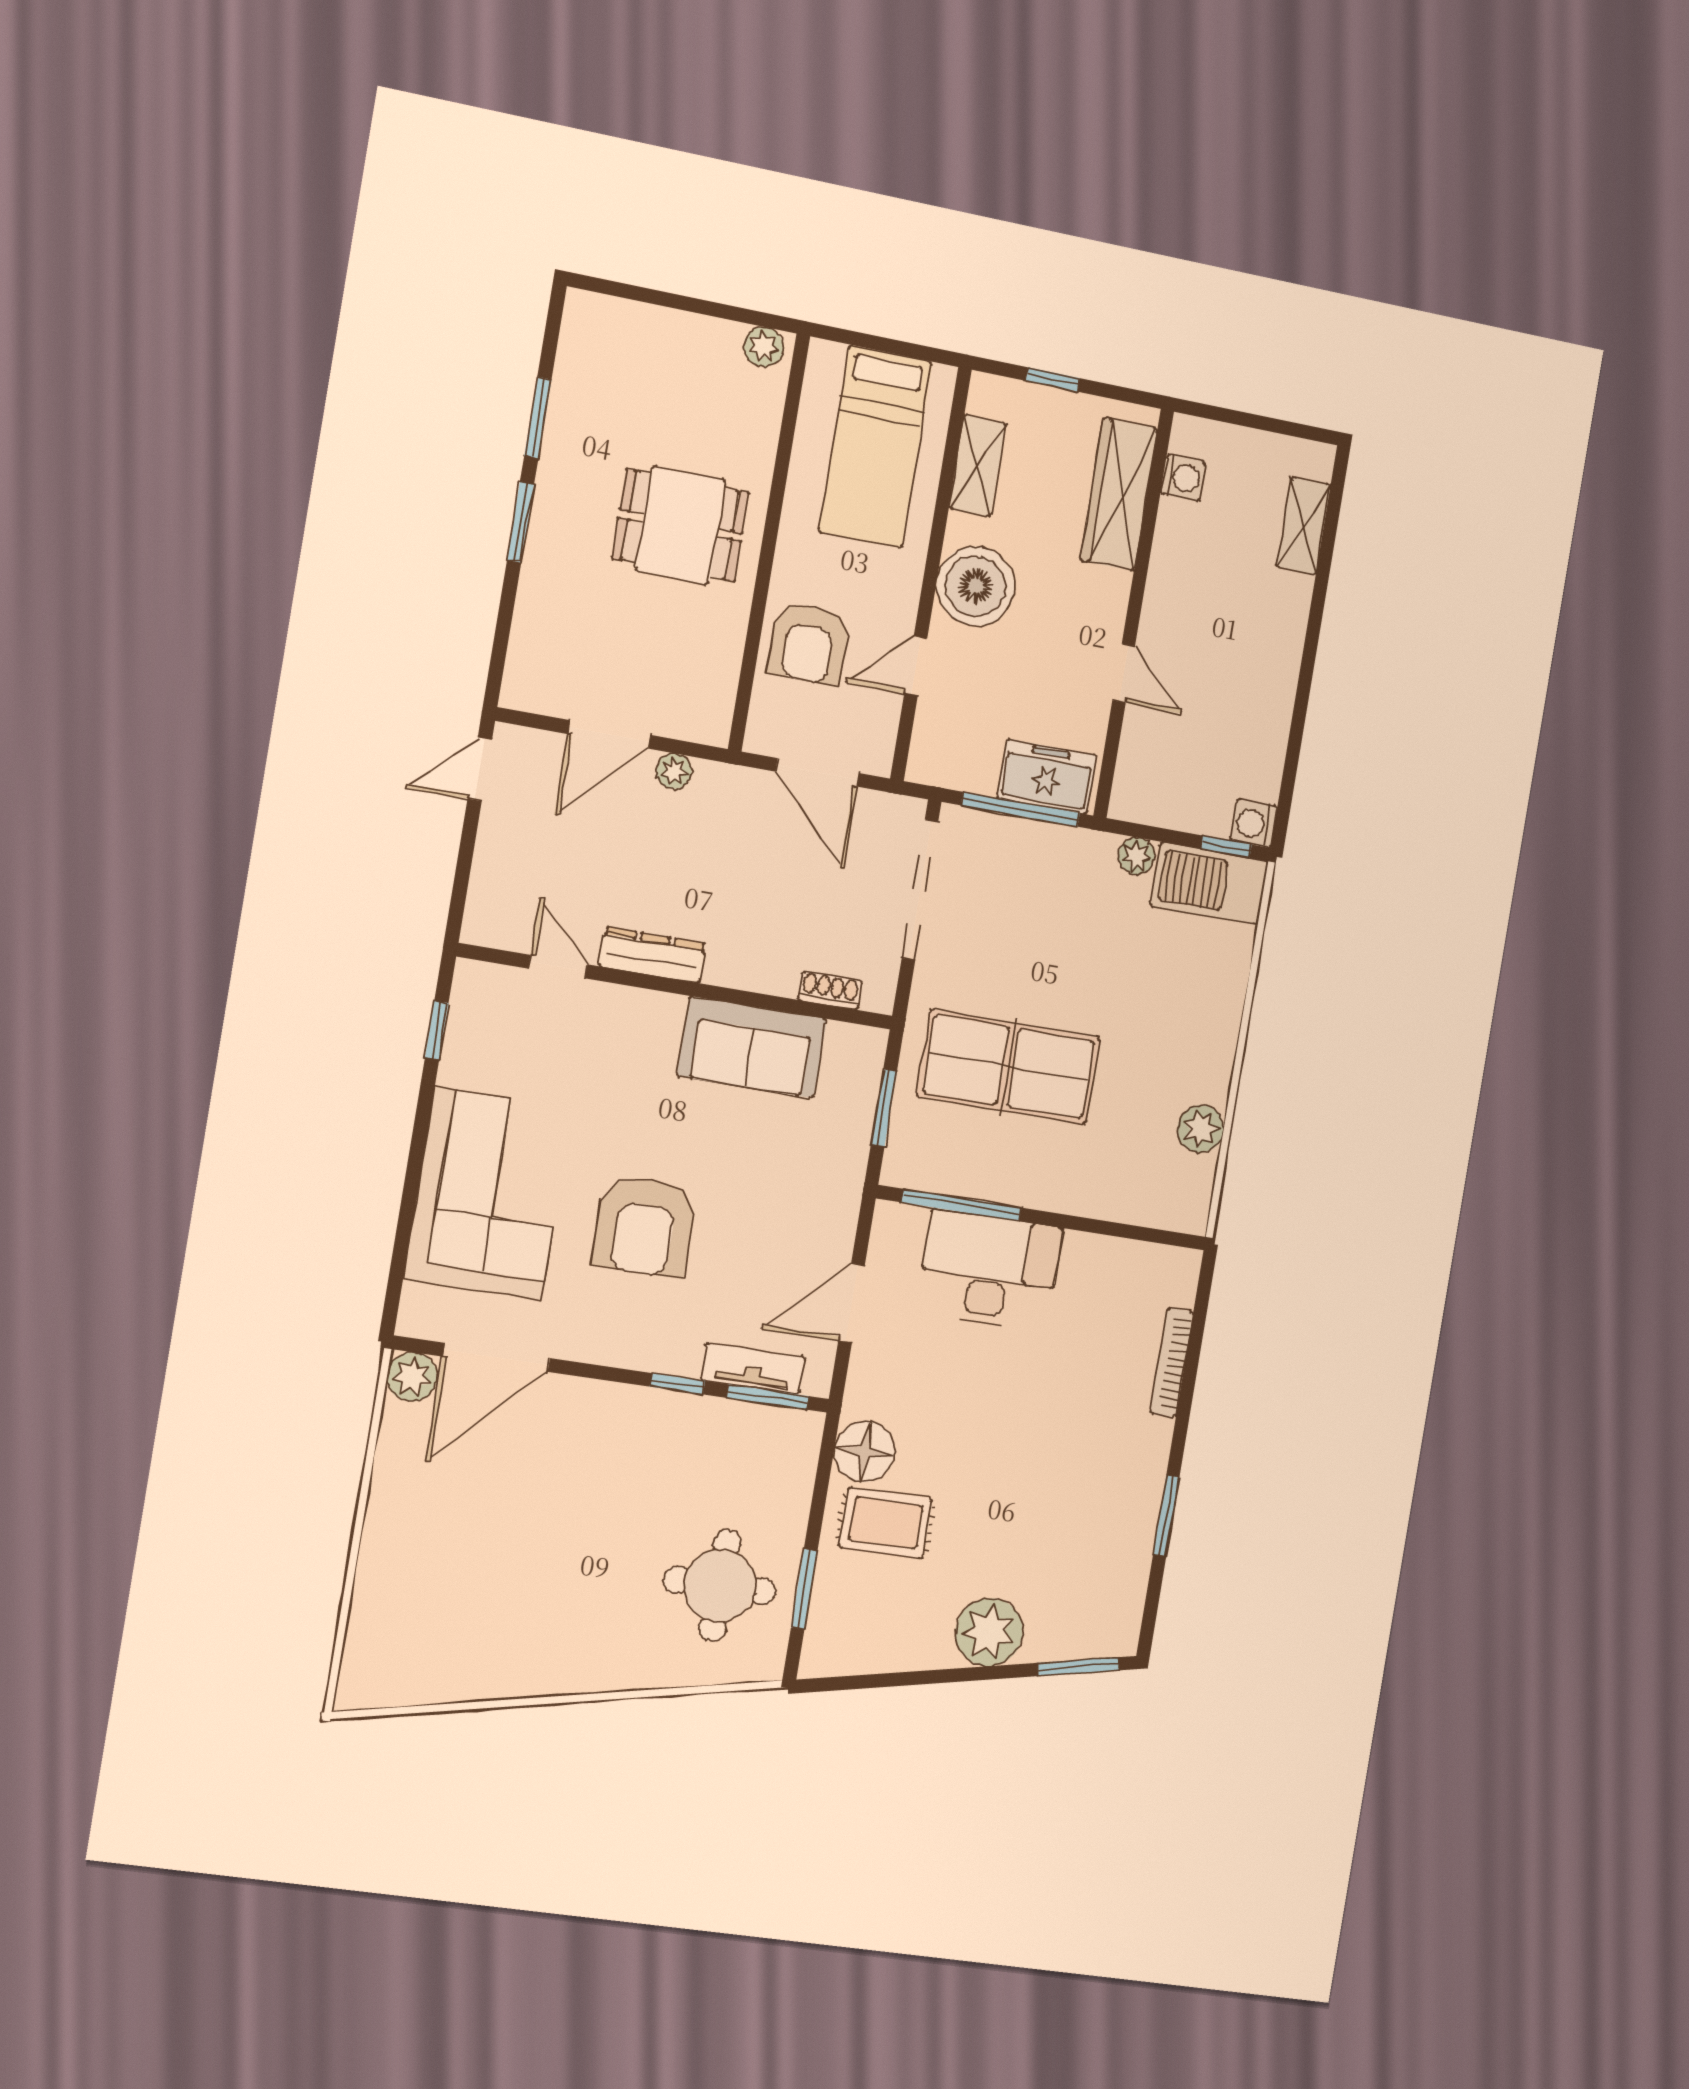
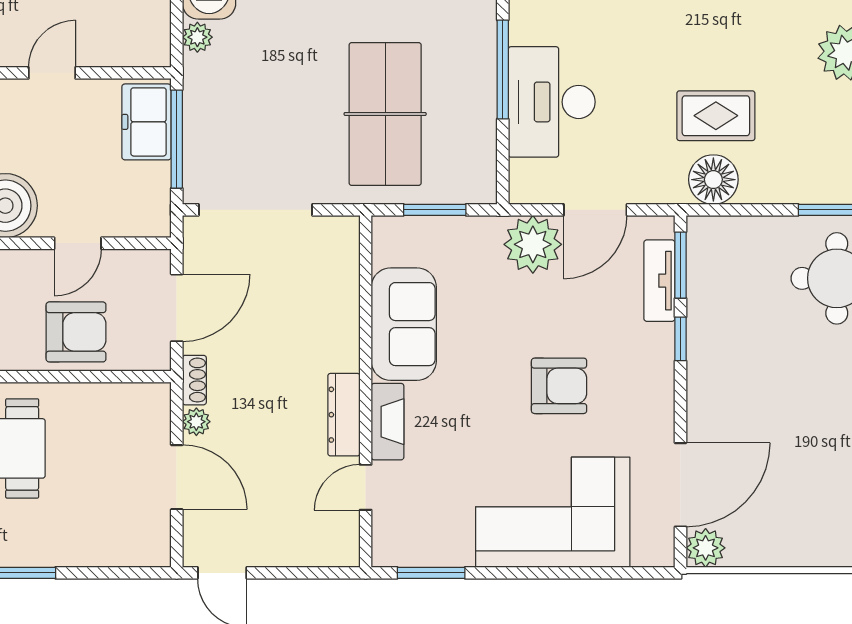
door: (916, 666) -> (78, 243), hinge flipped
shoe rack: (830, 990) -> (194, 380), moved, turned 180
fireplace: (635, 1007) -> (388, 422), added
window: (437, 1030) -> (431, 573), width x1.50
window: (962, 1205) -> (503, 70), moved
plant: (822, 1221) -> (533, 244), added
armchair: (644, 1226) -> (559, 386), width x0.73, depth x0.73
door: (852, 1303) -> (595, 210), hinge flipped
door: (496, 1357) -> (680, 485), hinge flipped
rug: (886, 1523) -> (716, 116), moved, turned 90

